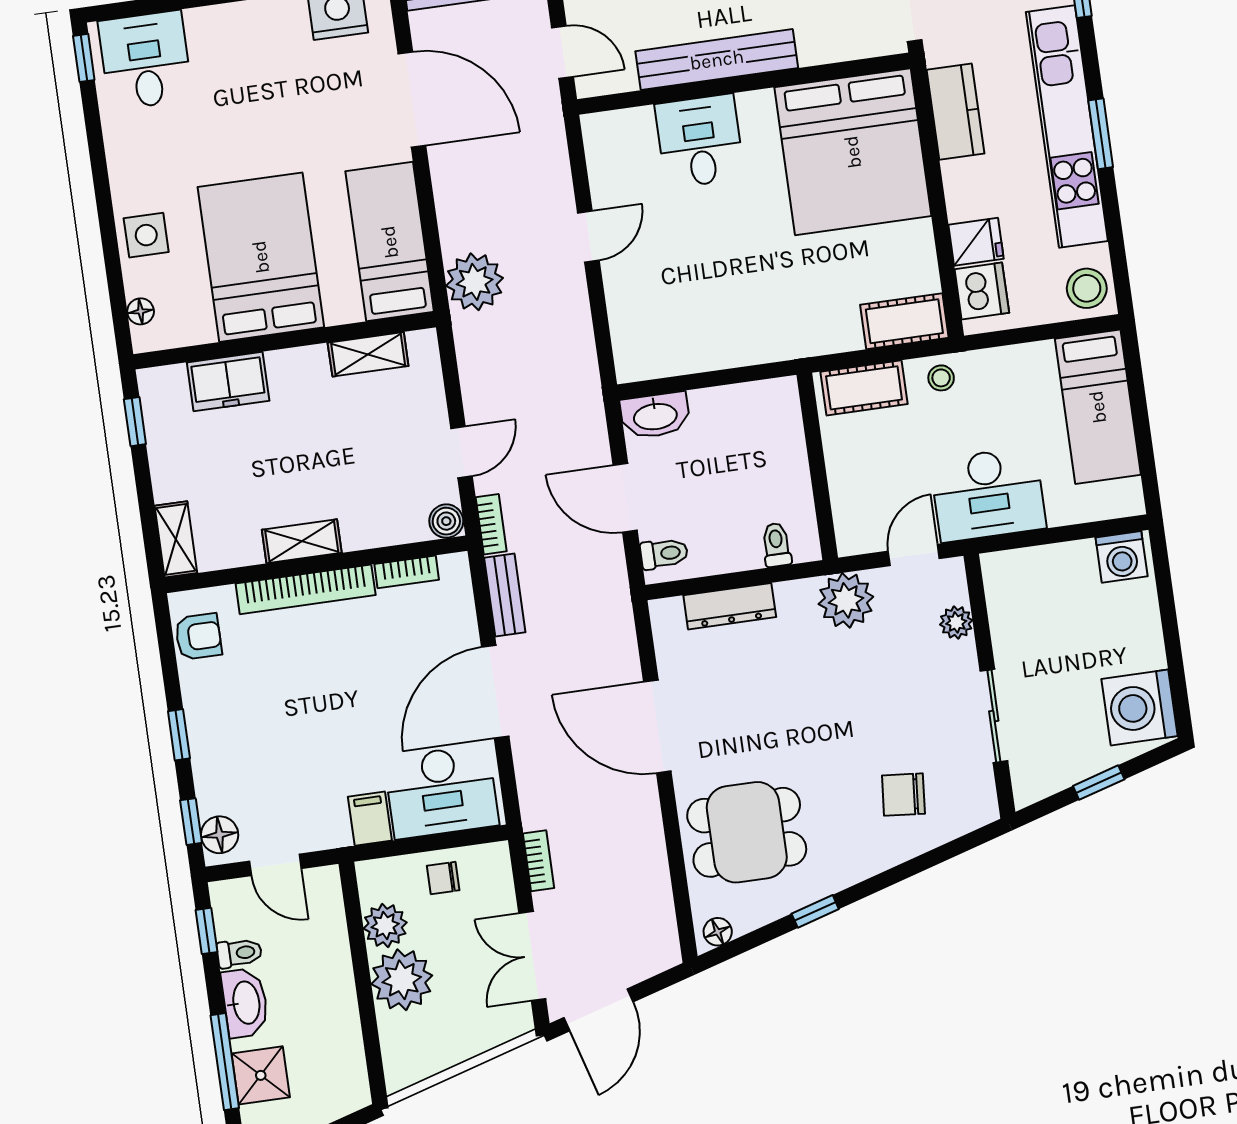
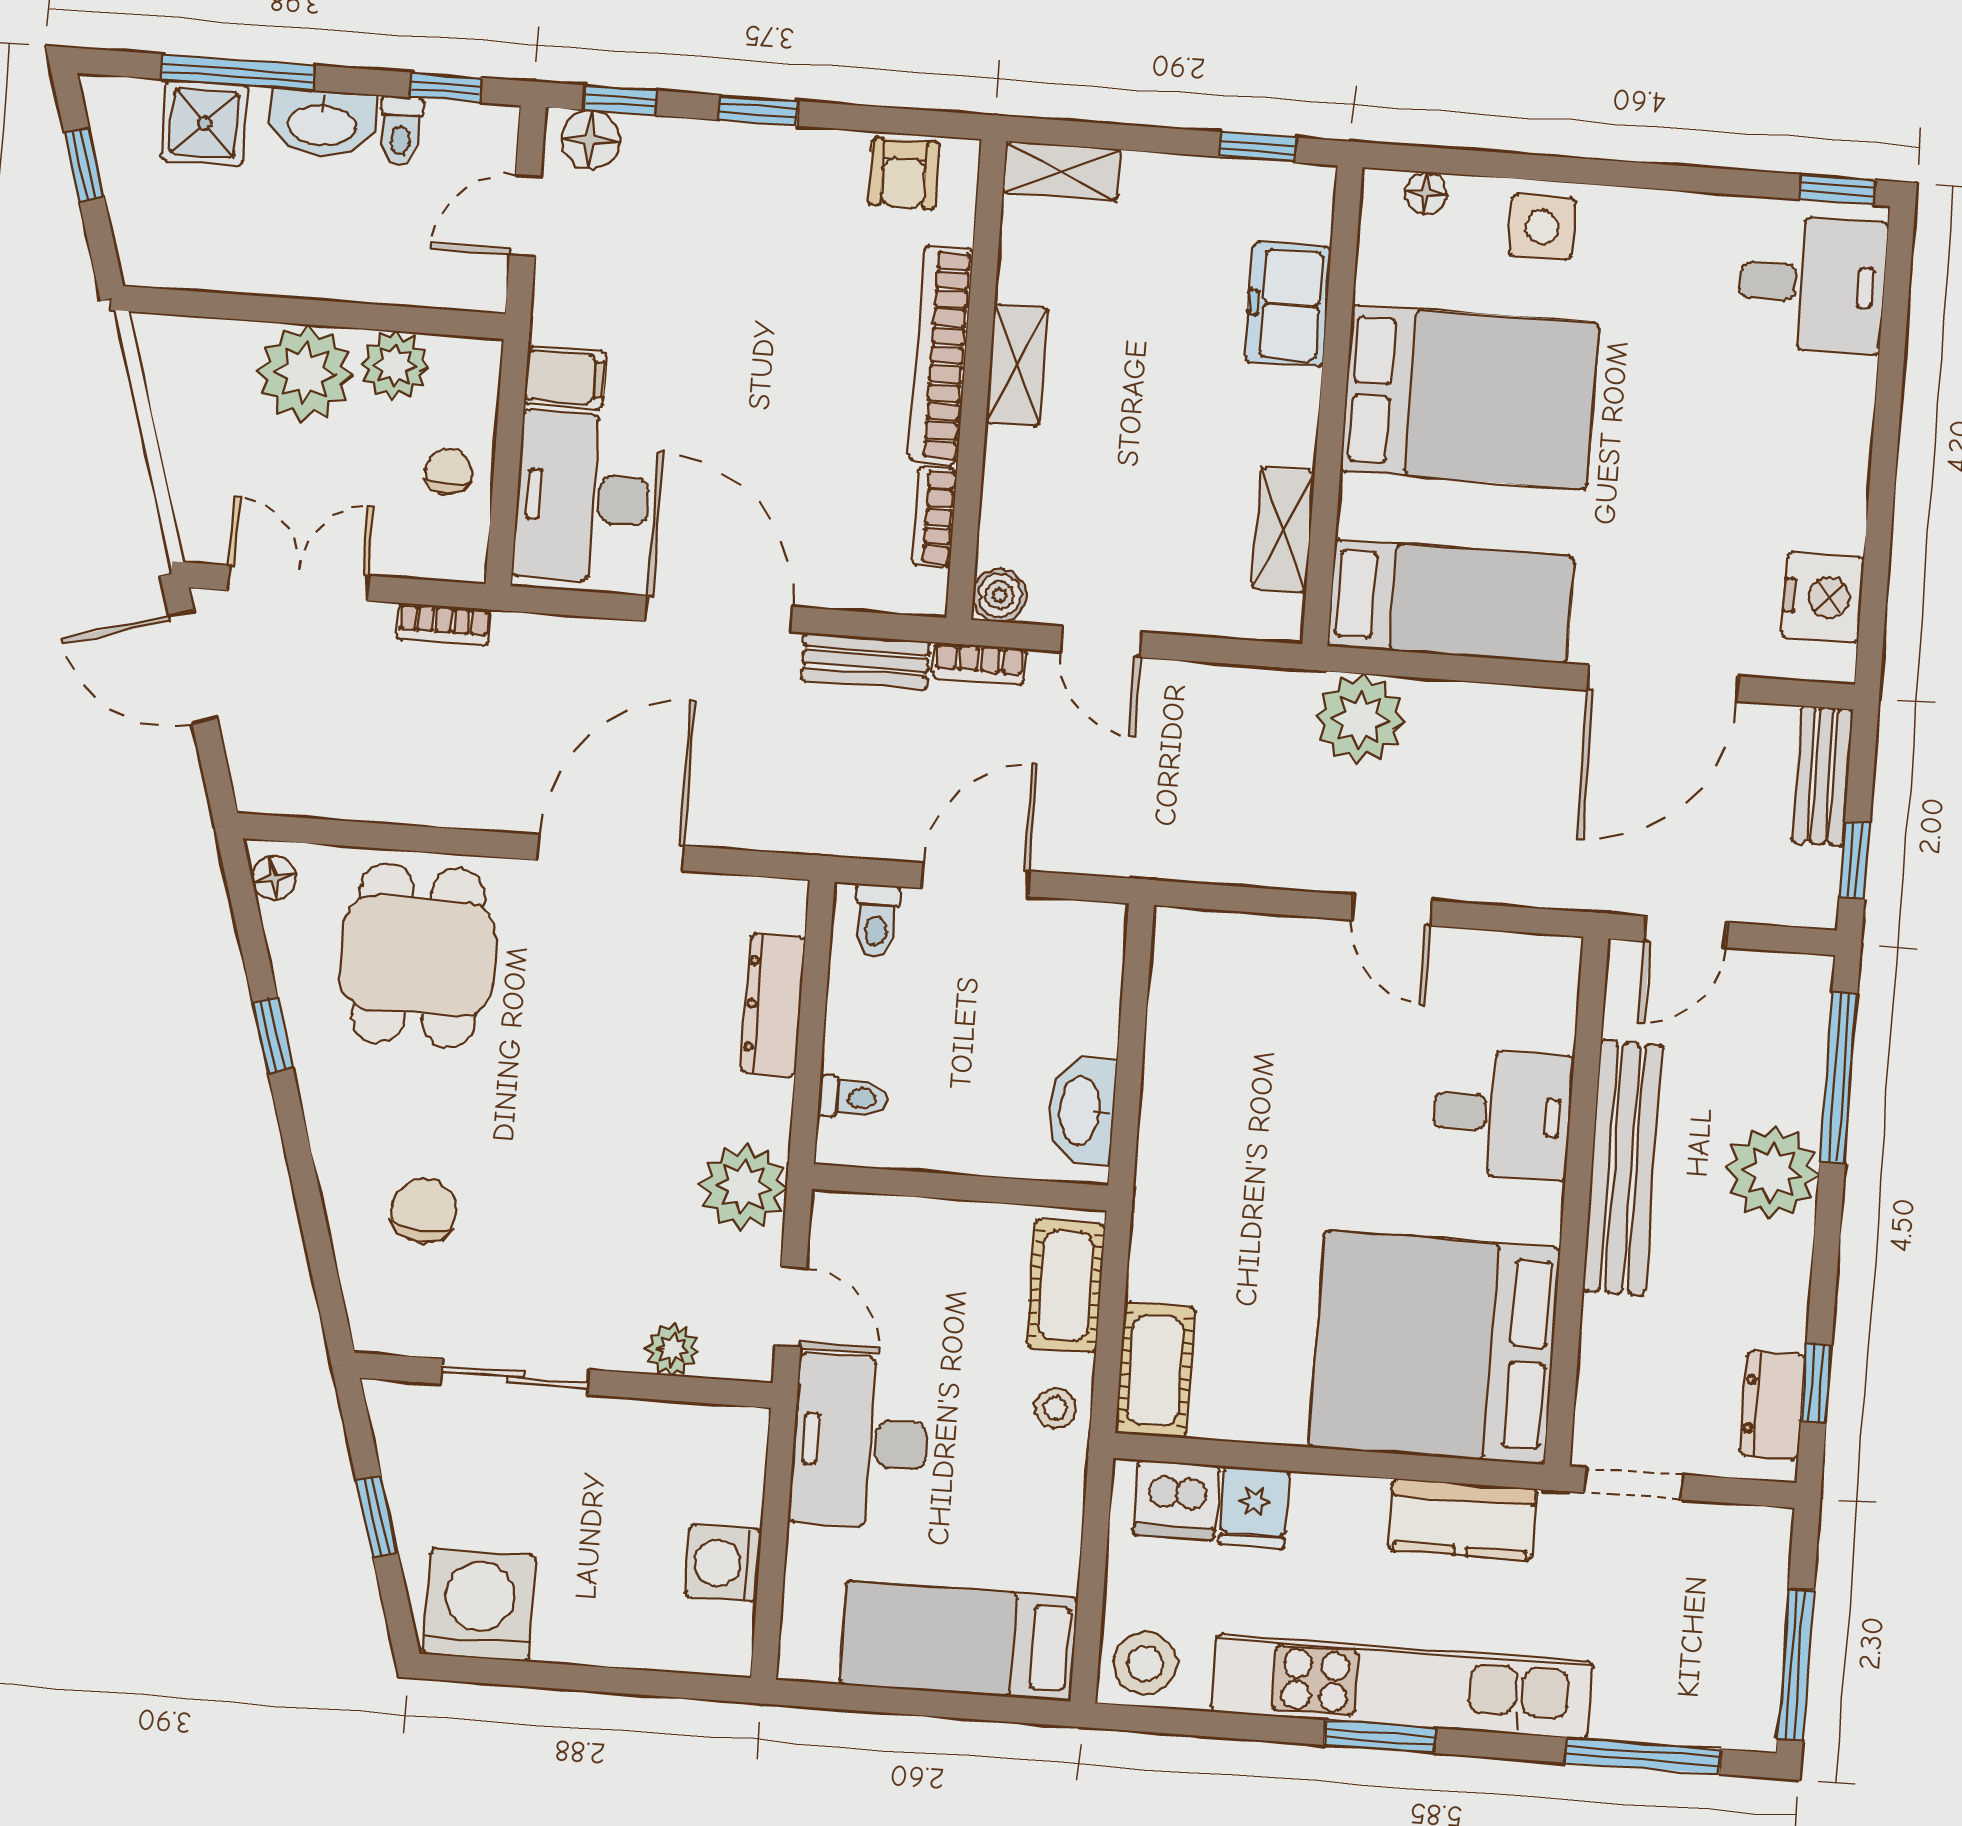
washbasin: (655, 415) -> (1081, 1111), moved
washing machine: (1122, 557) -> (723, 1563), moved

